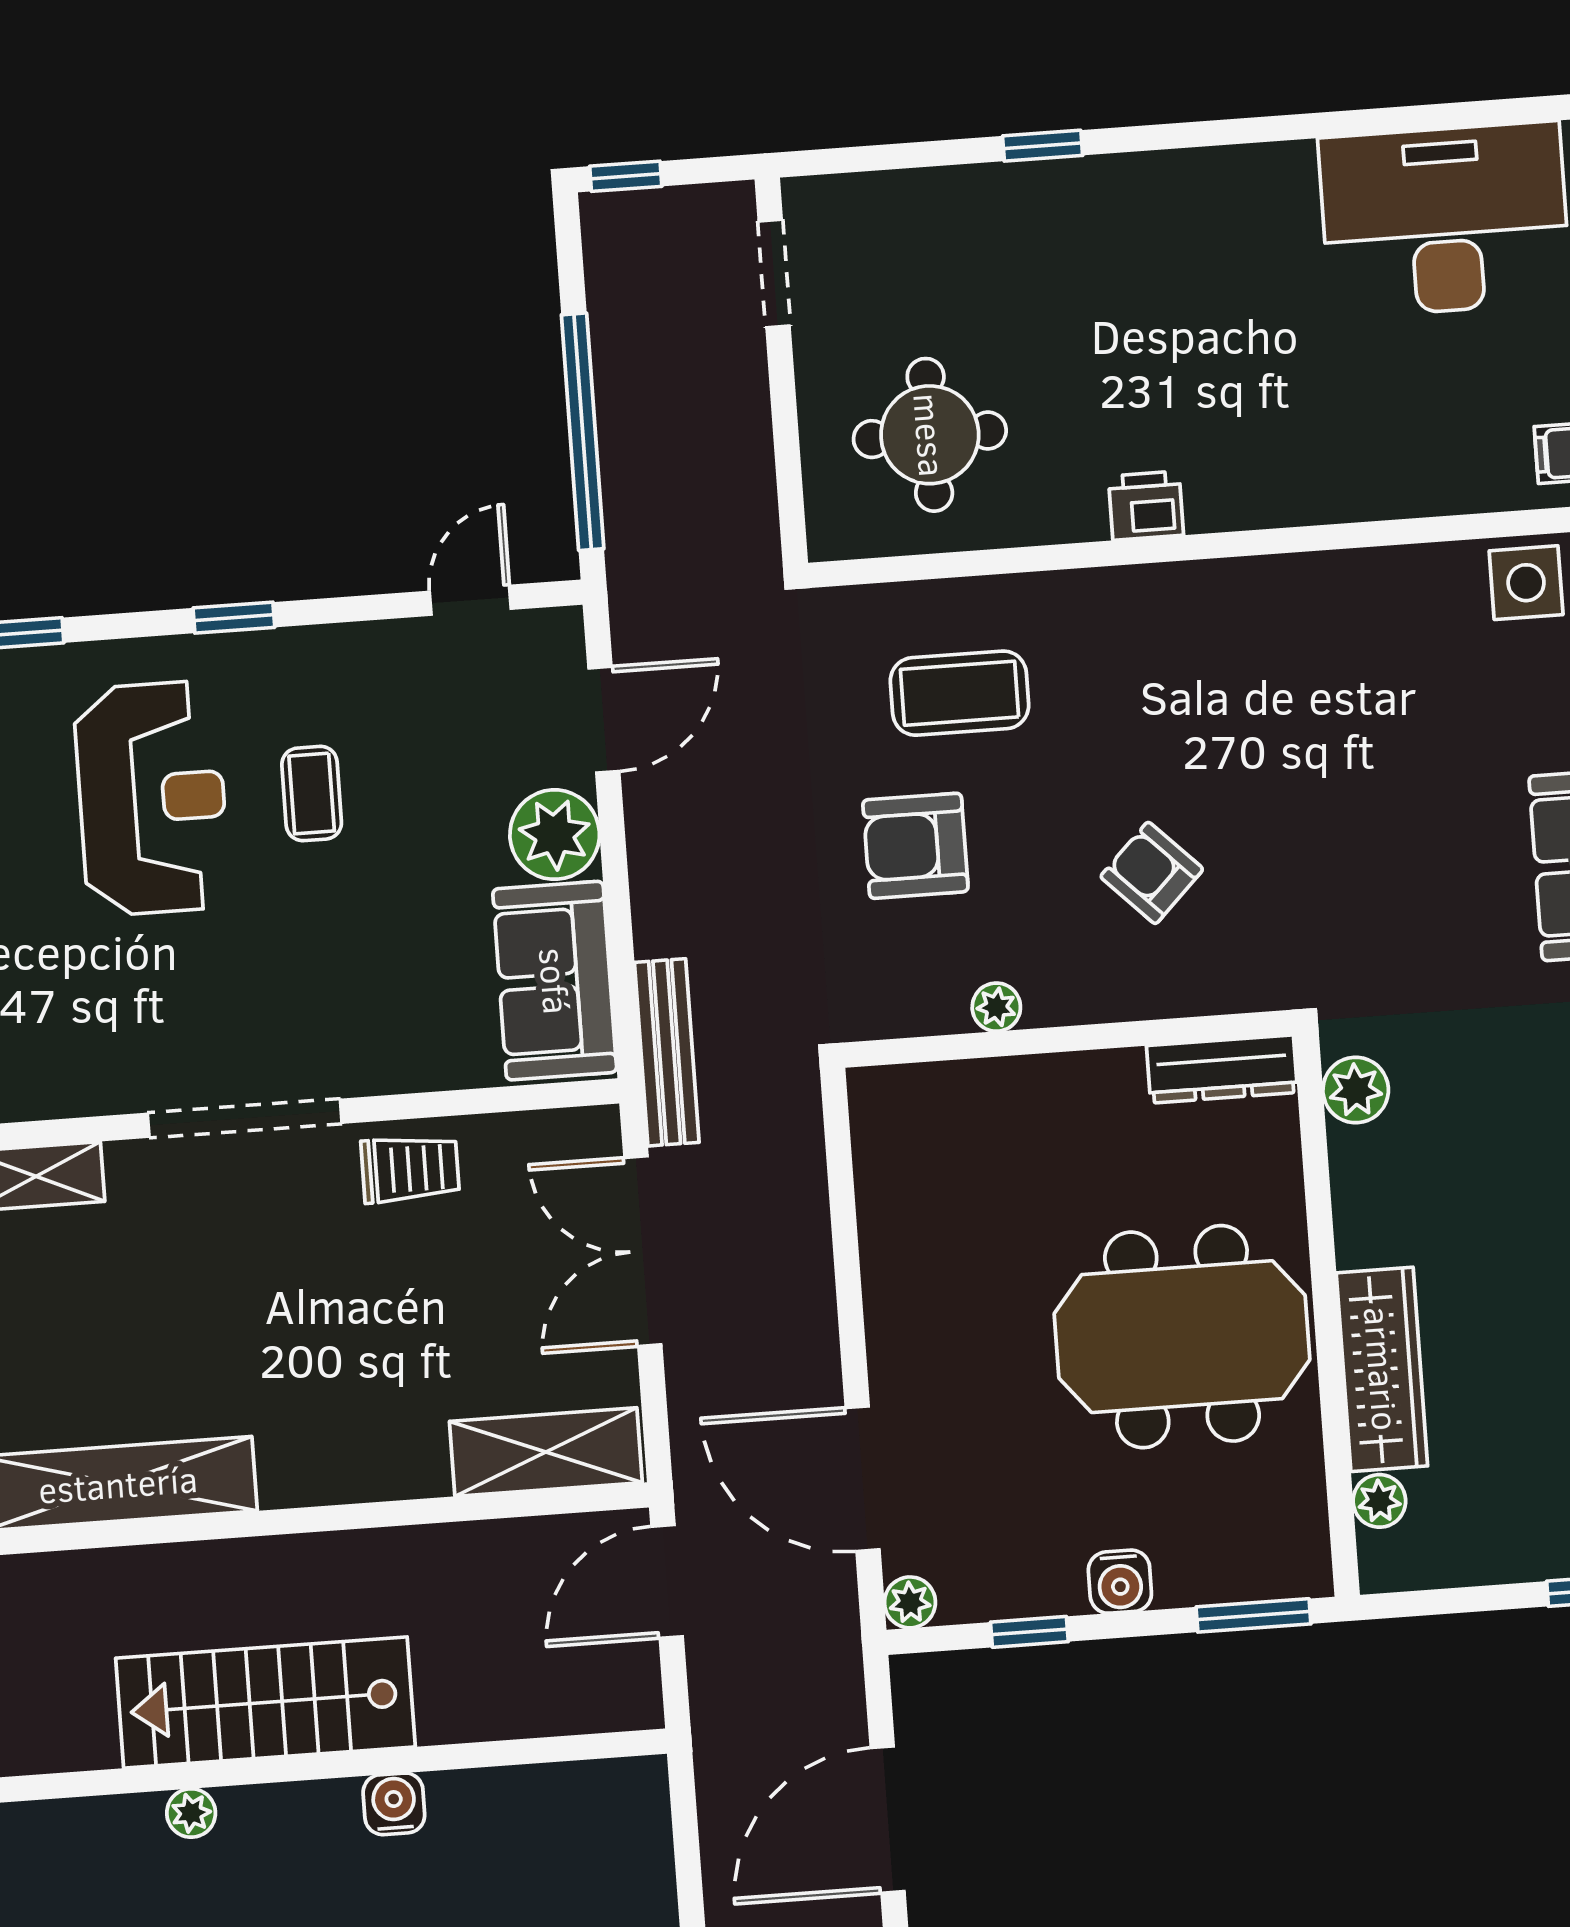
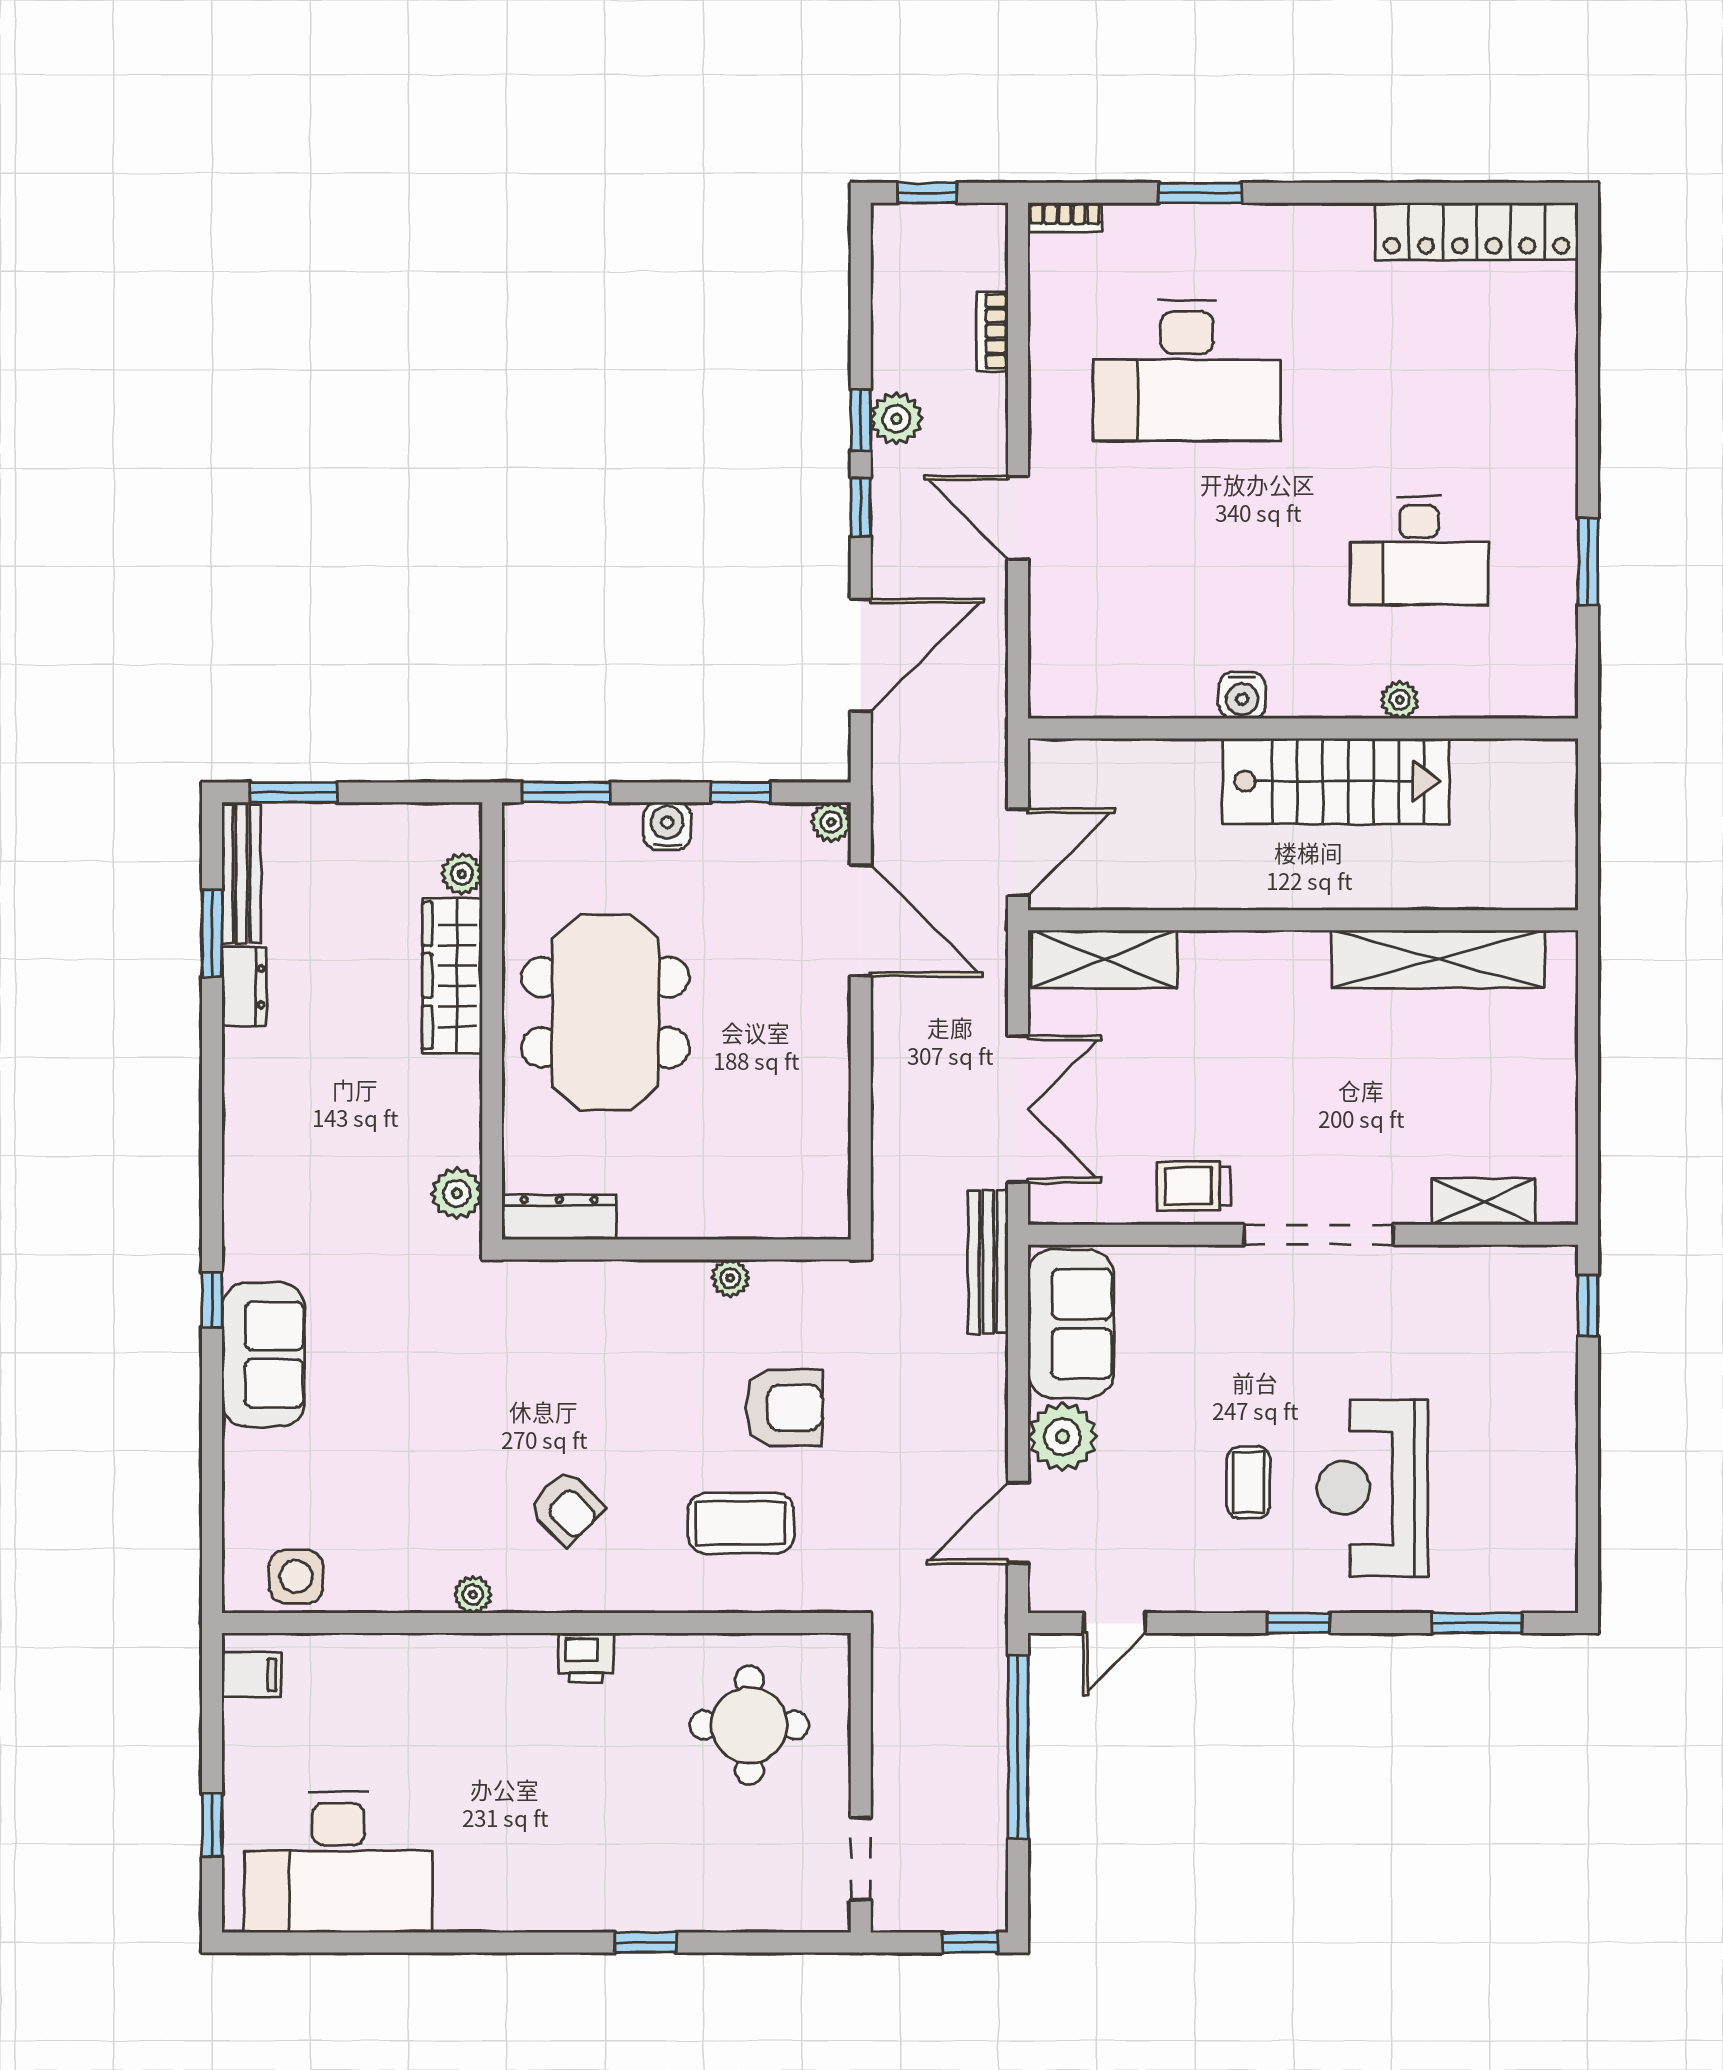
plant: (1297, 576) -> (473, 1595), added
armchair: (1152, 873) -> (566, 1508), moved
meeting table: (1182, 1337) -> (605, 1012), turned 90

